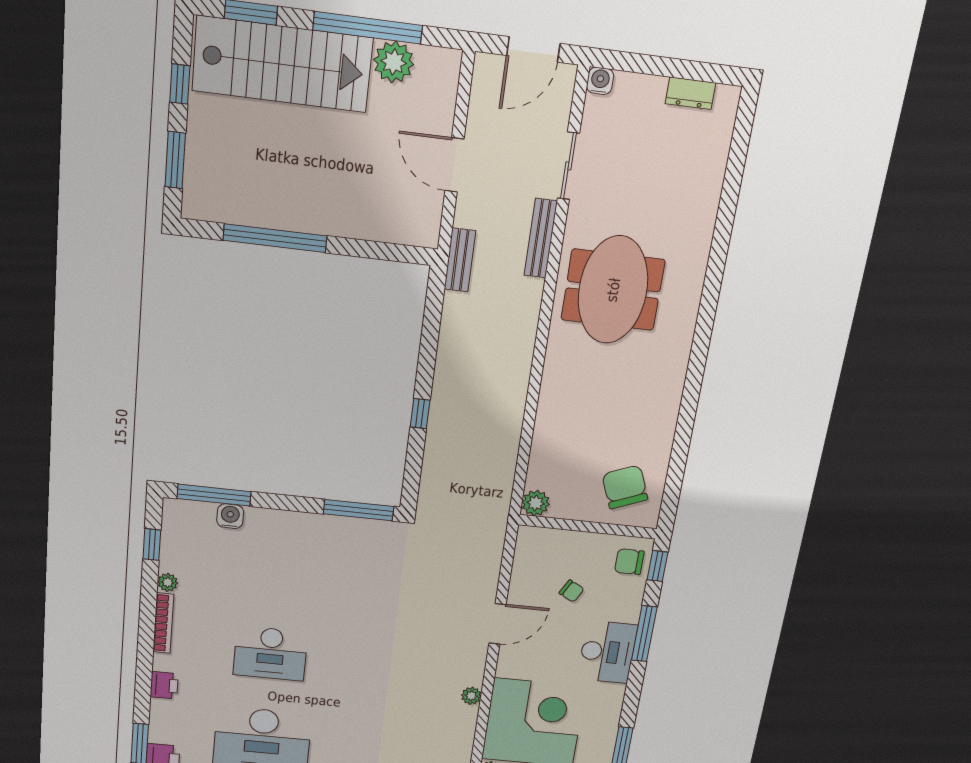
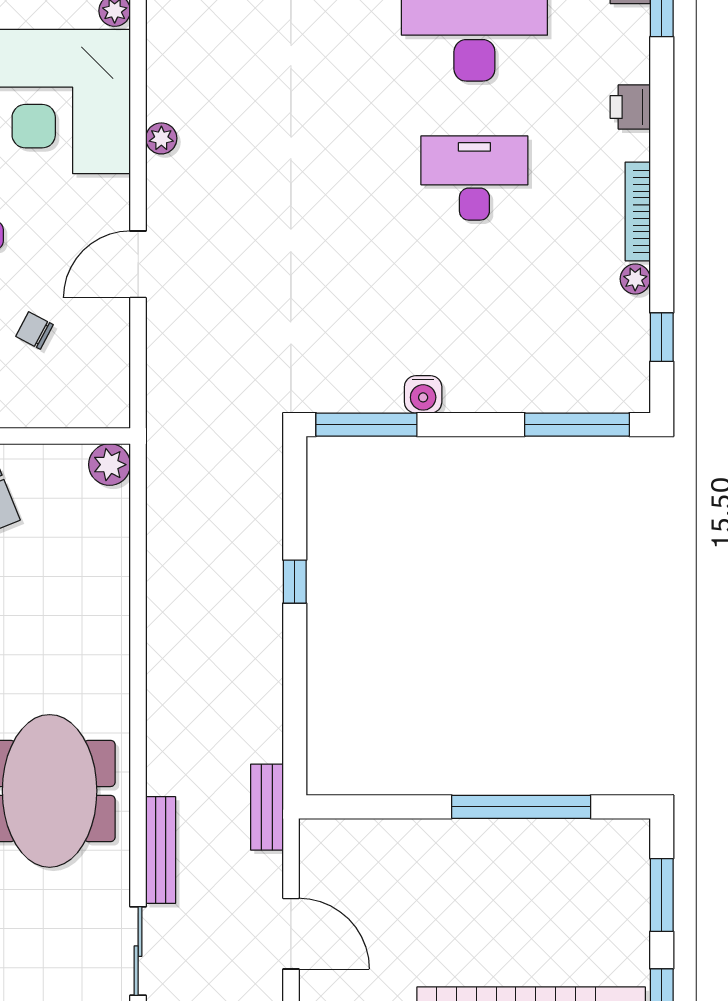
water cooler: (230, 516) -> (423, 394), moved

